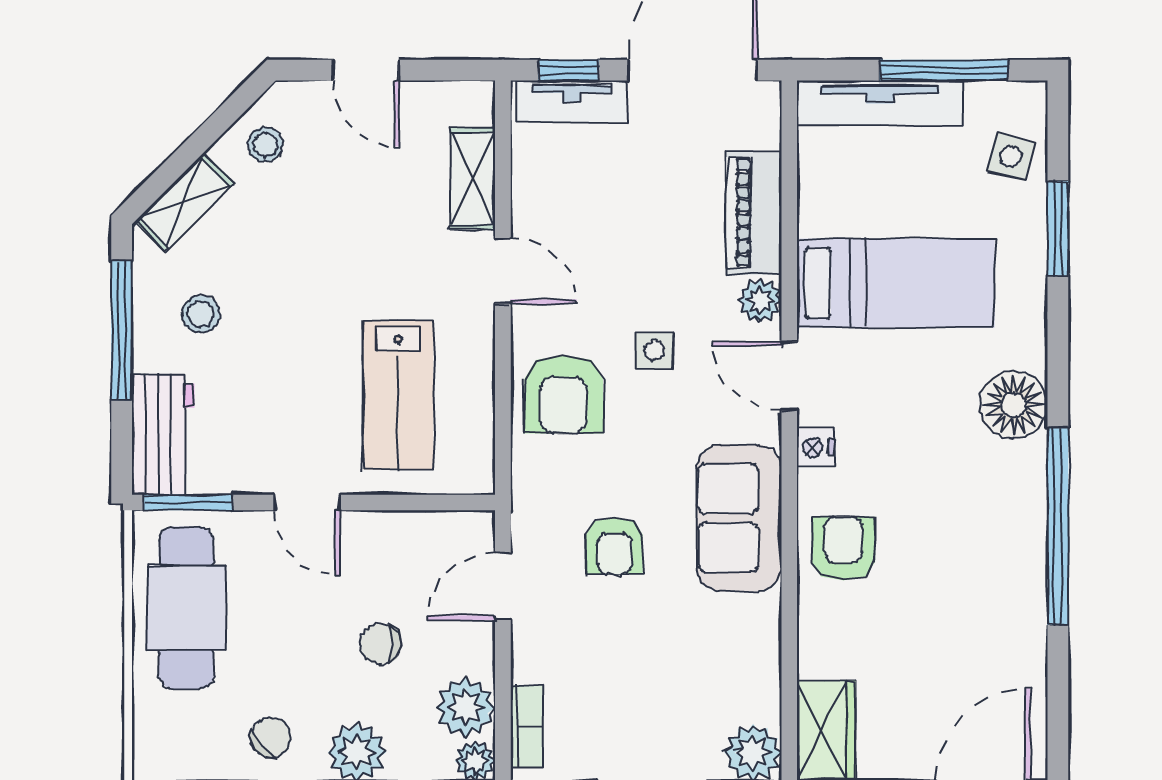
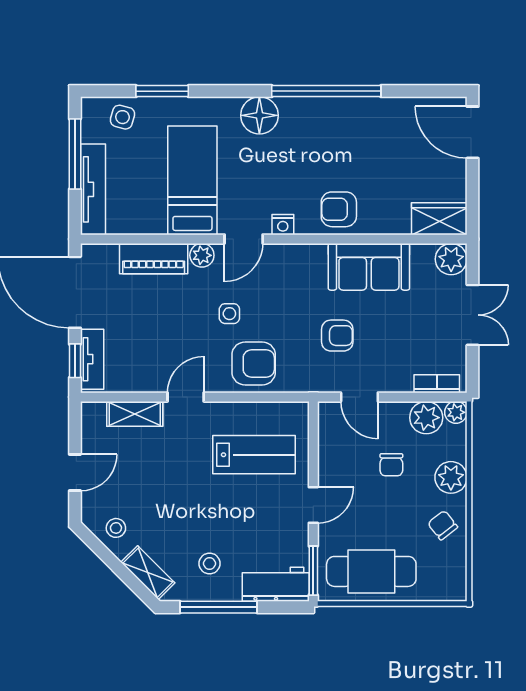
sofa: (739, 518) -> (369, 267), moved

